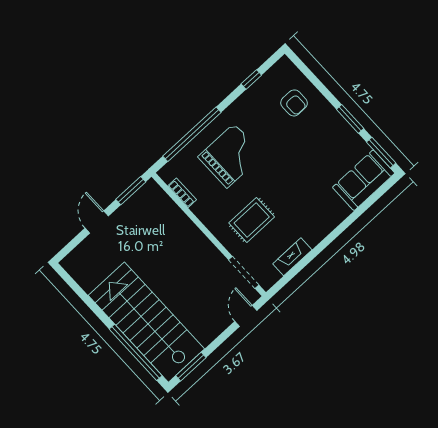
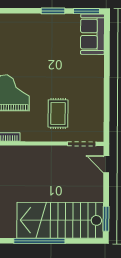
armchair: (294, 103) -> (17, 33), removed
fireplace: (292, 257) -> (98, 110), removed
window: (136, 352) -> (39, 241), moved

